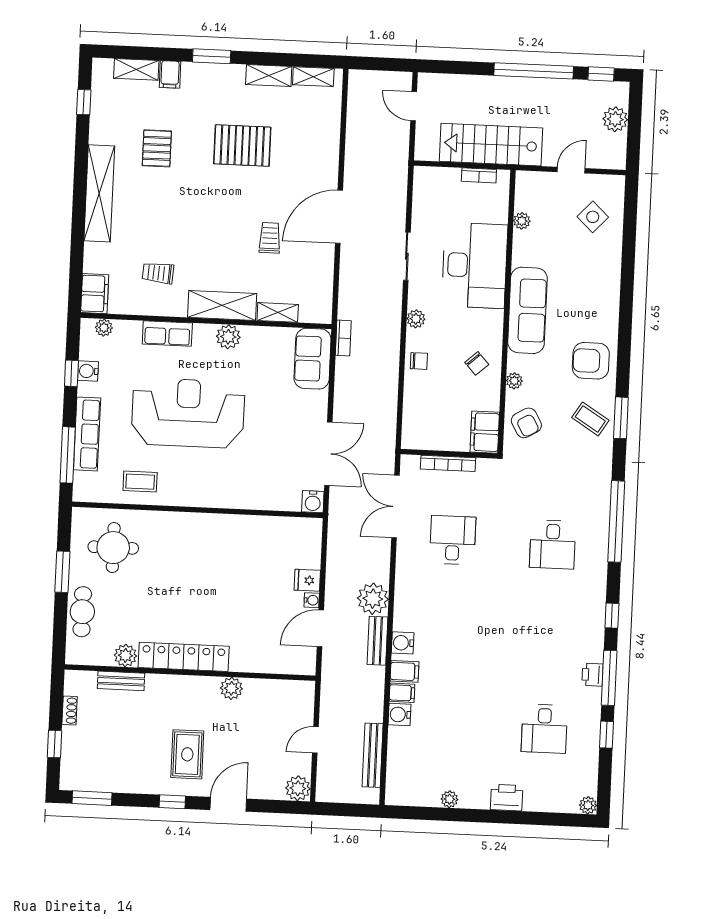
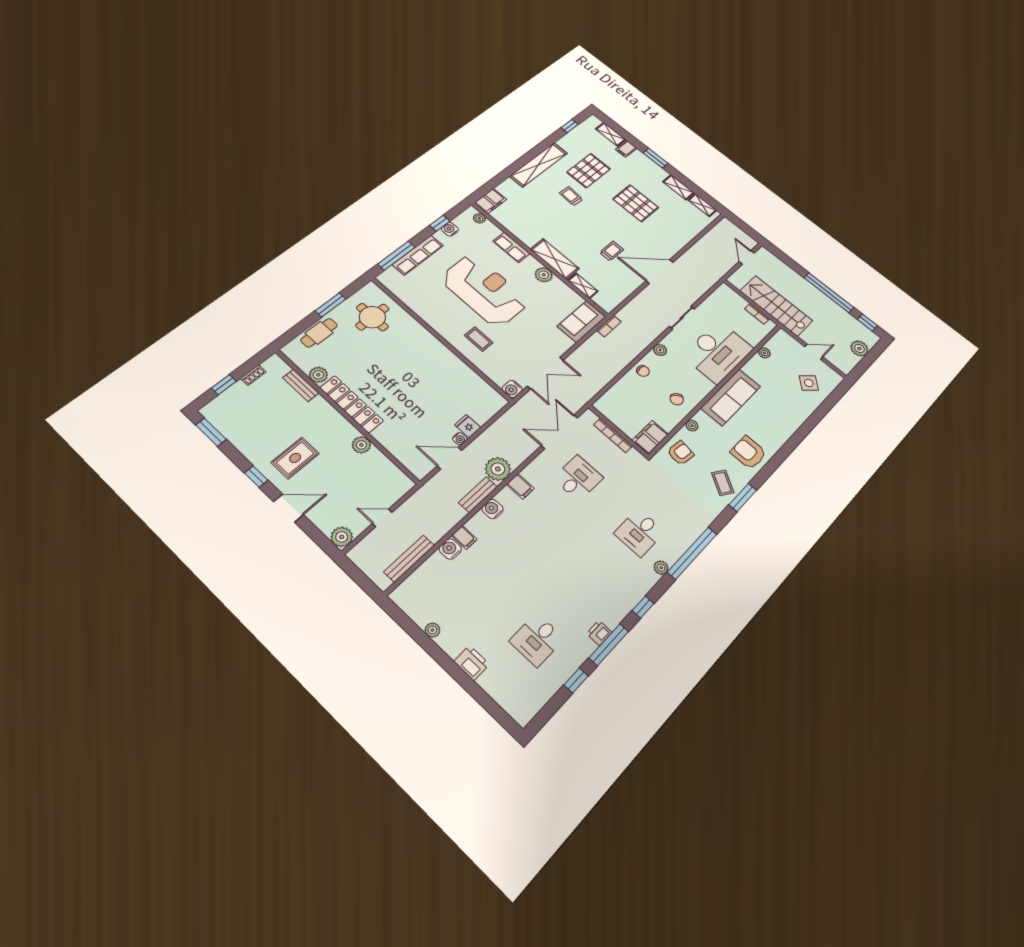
pallet: (157, 148) -> (589, 171), width x1.50, depth x1.42
trolley: (158, 273) -> (571, 196), moved
armchair: (526, 423) -> (680, 453), turned -142
coffee table: (140, 482) -> (479, 339), moved
filing cabinet: (404, 671) -> (520, 486), moved
plant: (588, 805) -> (661, 568), moved

